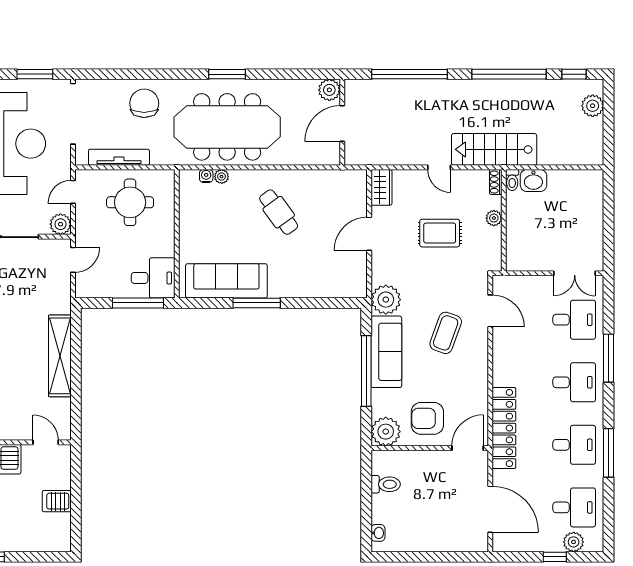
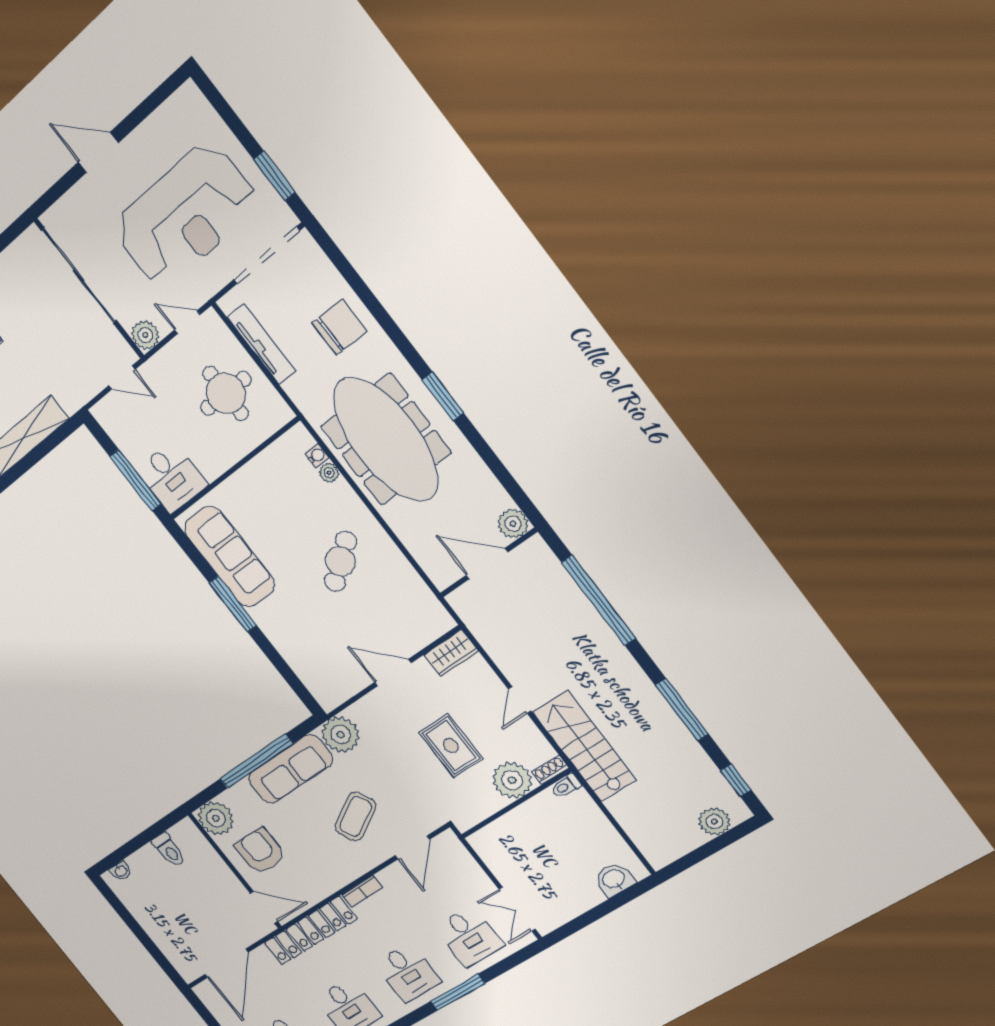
window: (509, 74) -> (682, 710), width x0.68
washbasin: (533, 180) -> (614, 879), moved, turned 90
plant: (494, 218) -> (512, 780), width x1.88, depth x1.88
coffee table: (446, 333) -> (356, 816), turned -48
bookcase: (499, 369) -> (362, 891), added

